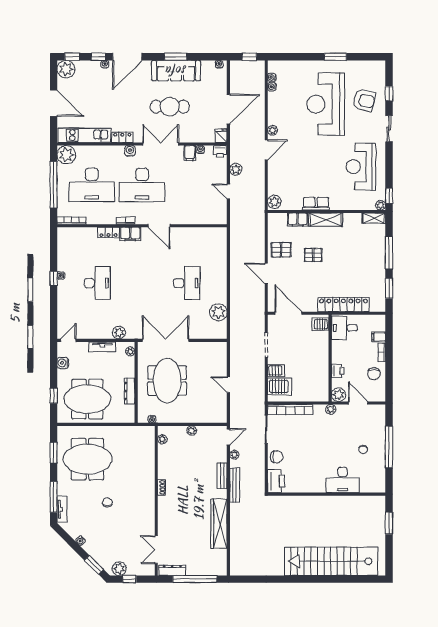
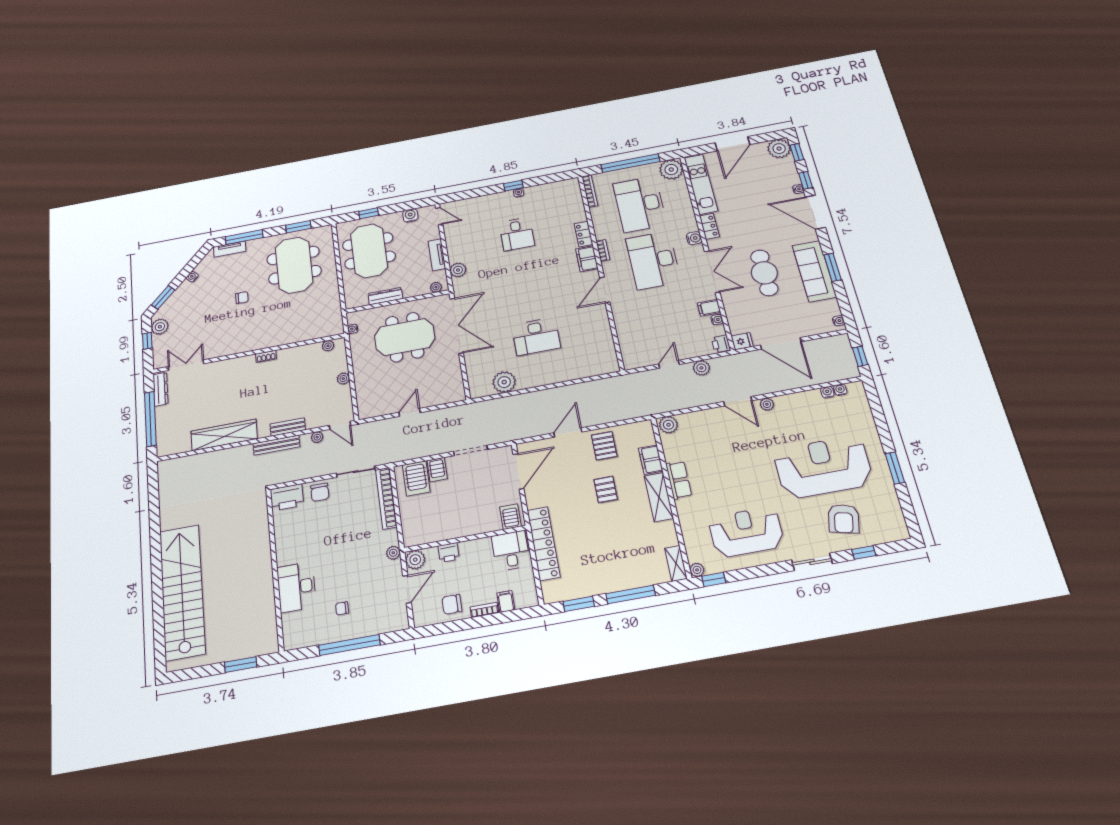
desk: (97, 283) -> (517, 234), width x0.73

